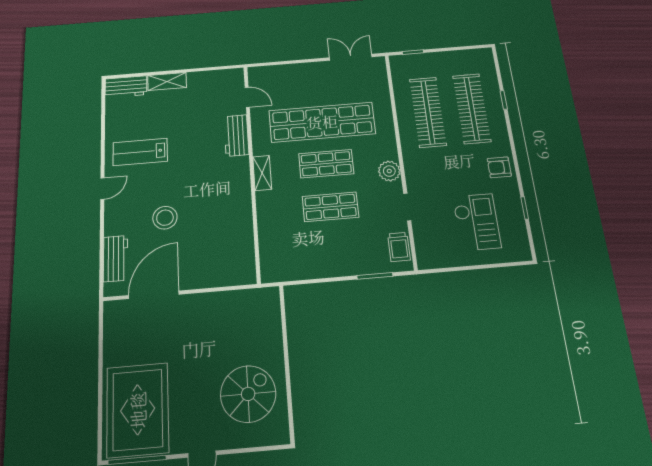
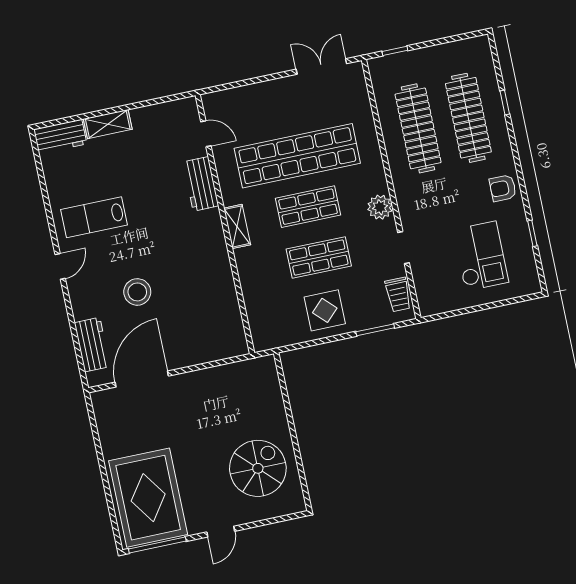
display table: (330, 253) -> (325, 310), added

